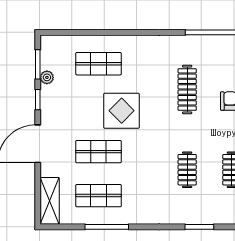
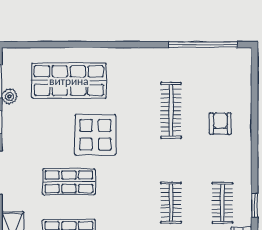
shop shelf: (99, 64) -> (69, 81), width x1.43, depth x1.36

